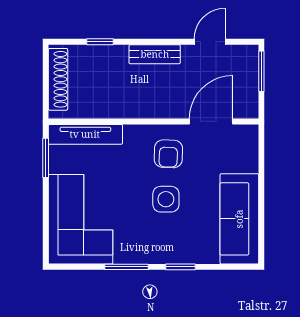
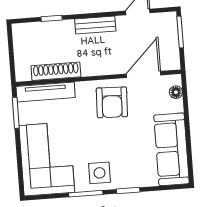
shoe rack: (58, 79) -> (56, 71), moved, turned -90
floor lamp: (250, 147) -> (176, 92), added
armchair: (168, 154) -> (112, 102), width x1.38, depth x1.38
side table: (166, 199) -> (100, 173), moved

